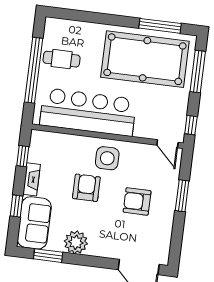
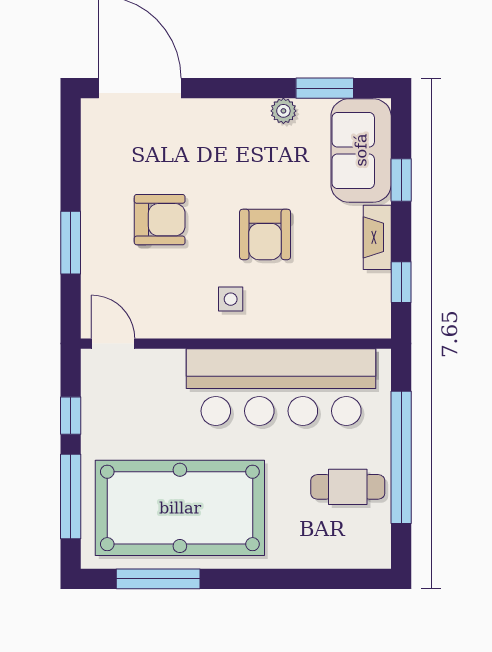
window: (191, 125) -> (71, 416), moved
side table: (107, 158) -> (231, 299), width x0.54, depth x0.54
plant: (76, 242) -> (283, 111), width x0.53, depth x0.53

